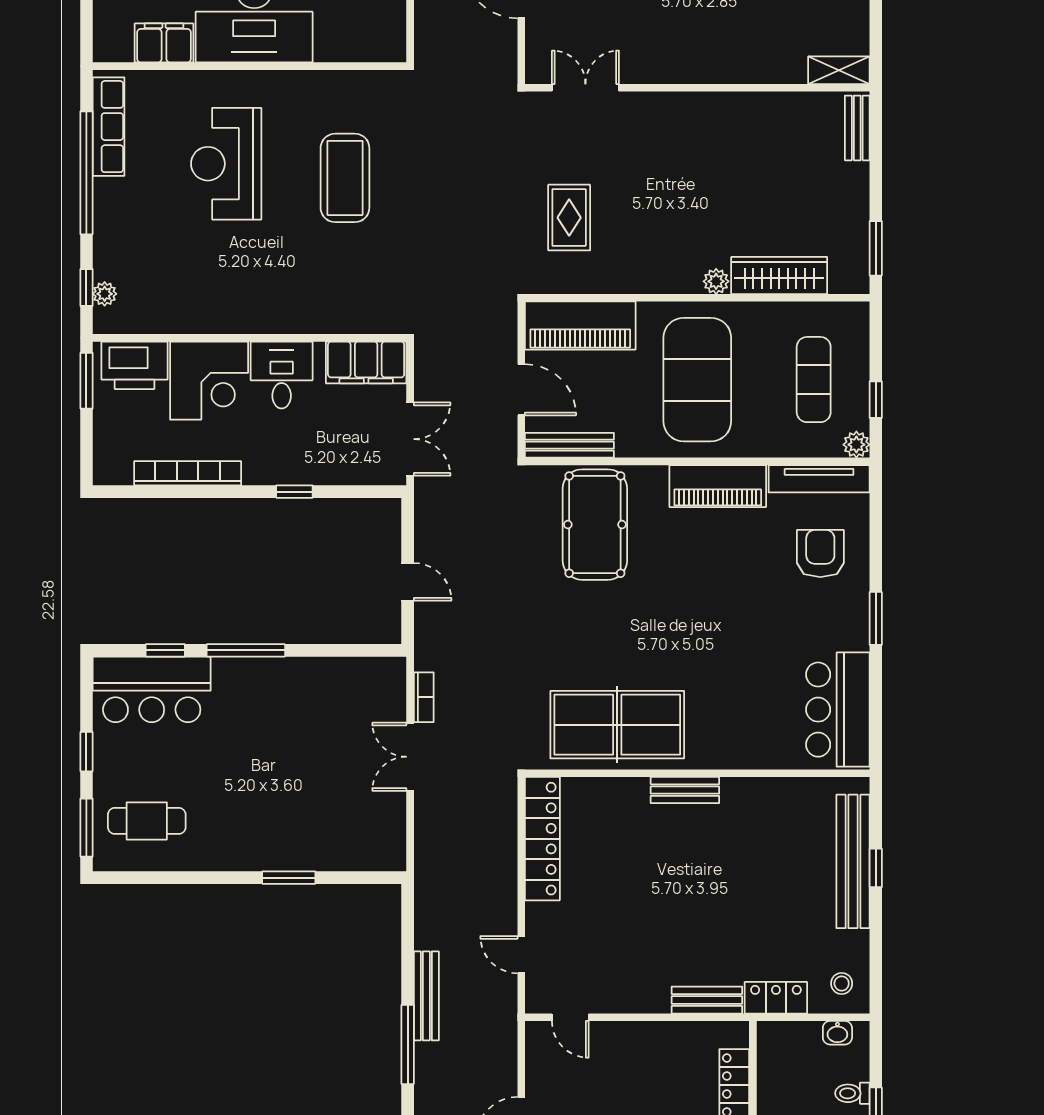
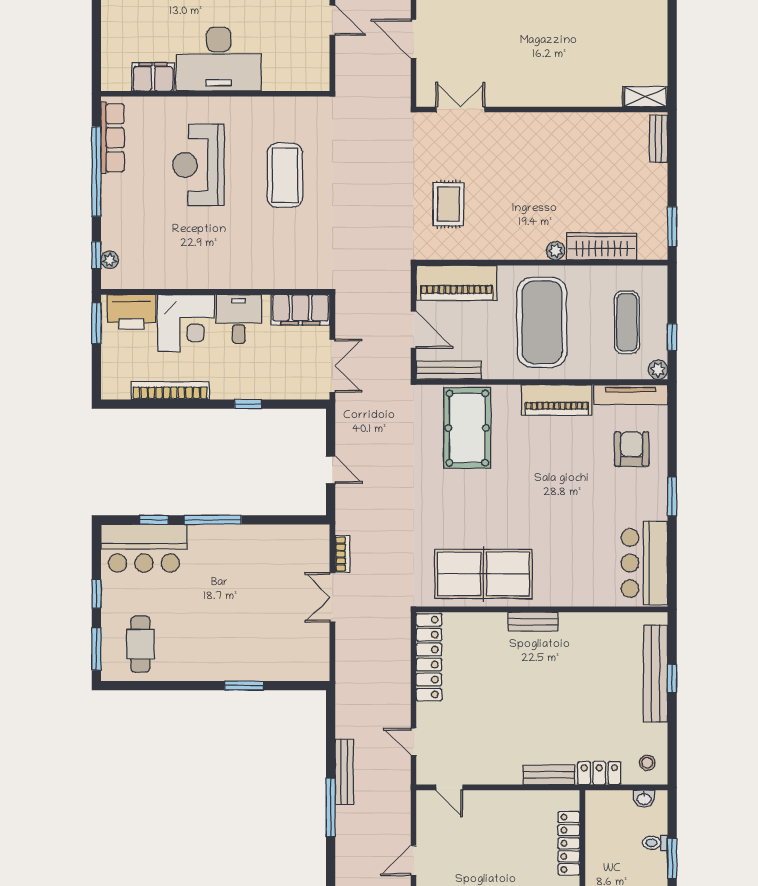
cafe table: (147, 821) -> (140, 644), turned 90

